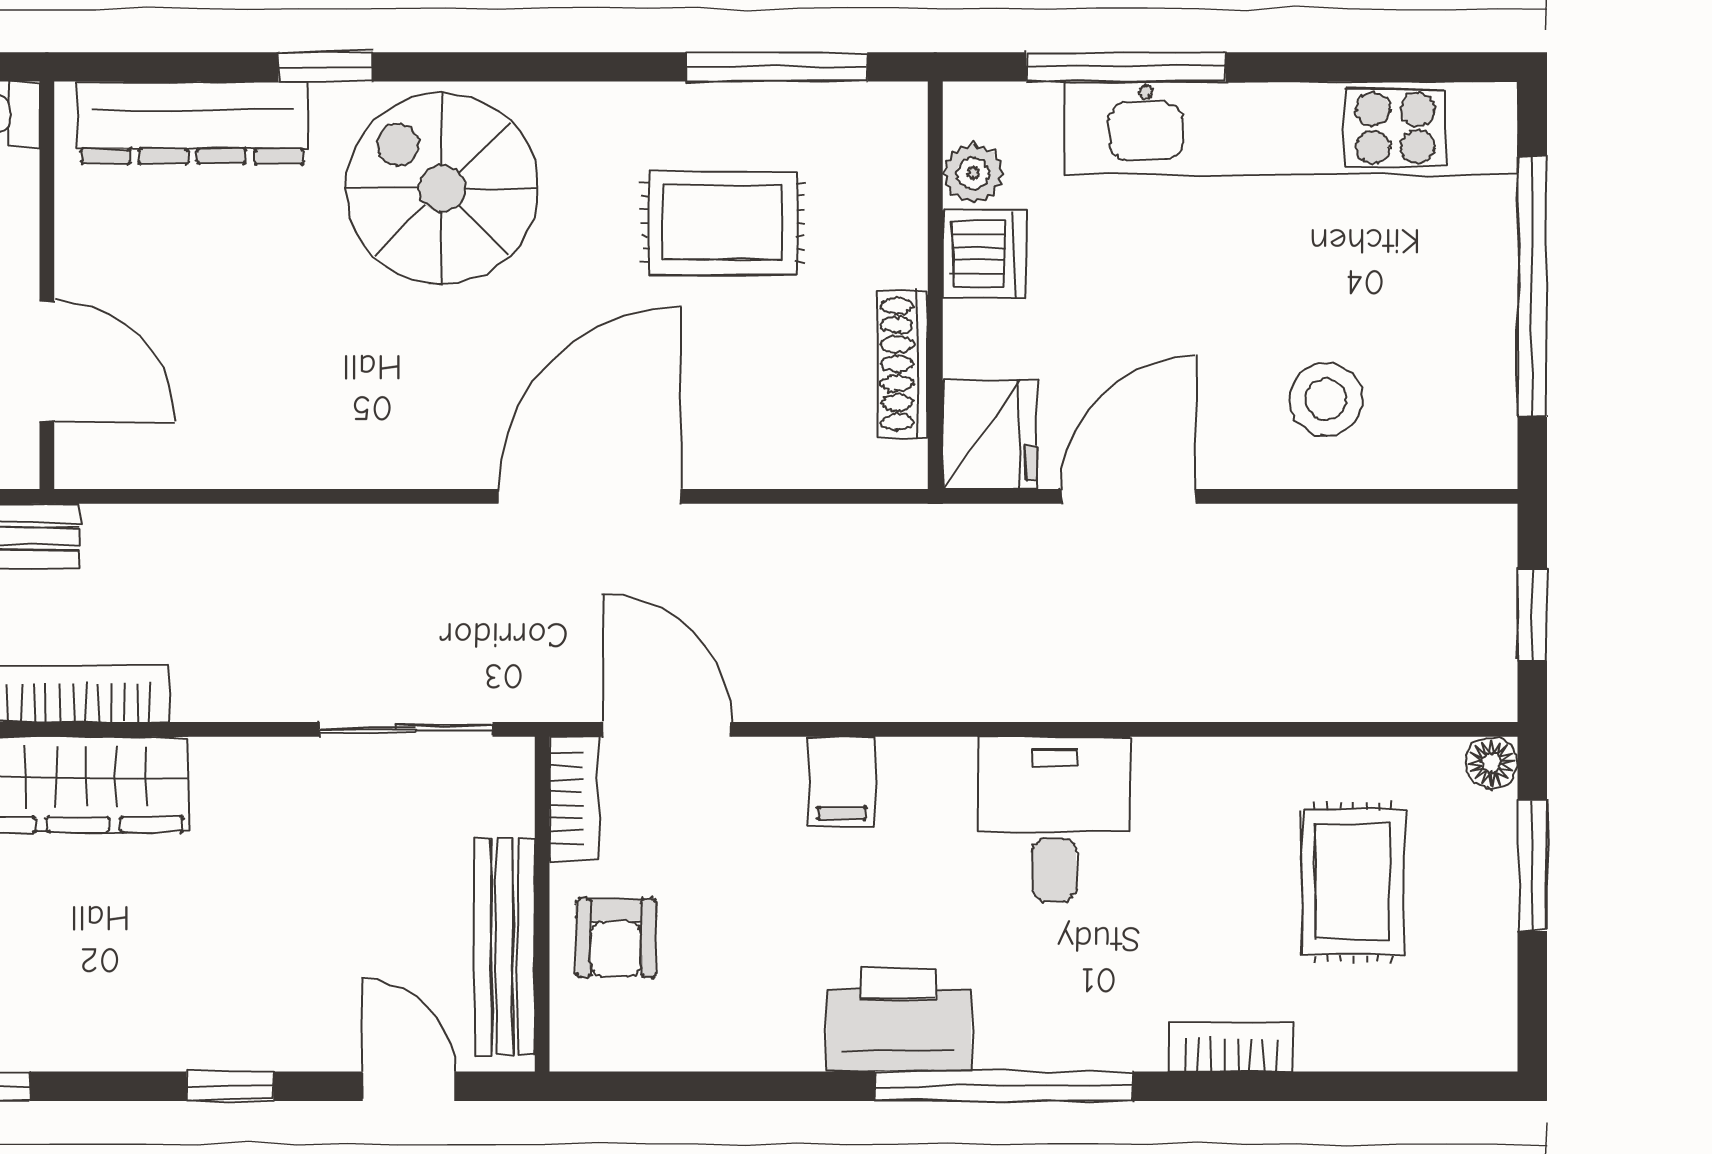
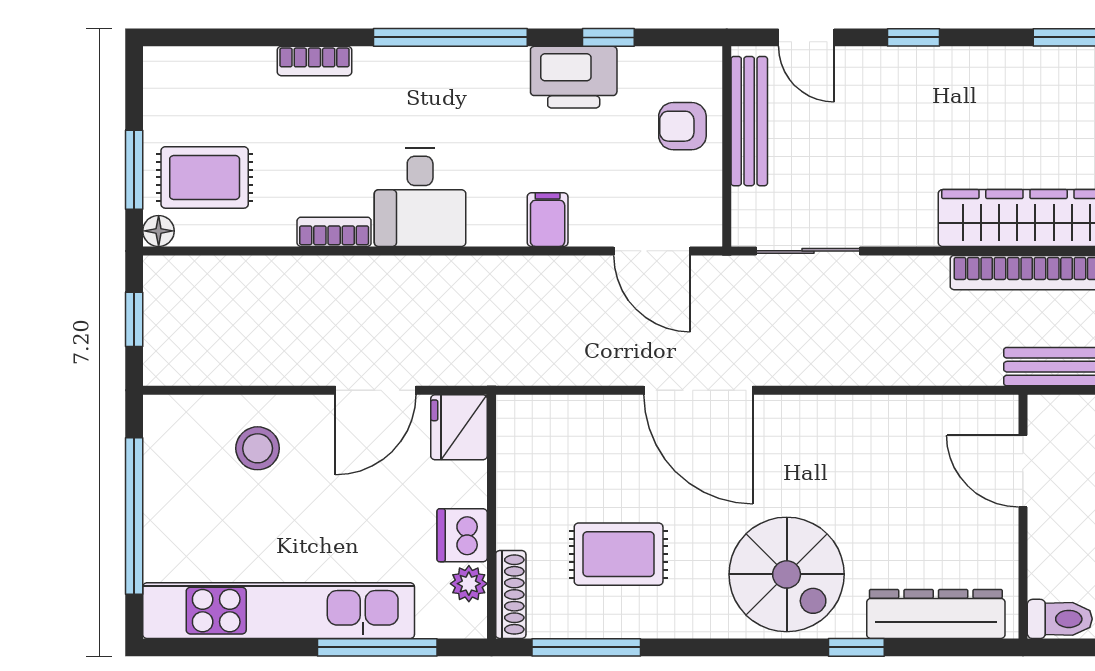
shoe rack: (903, 364) -> (511, 595), moved
door: (590, 496) -> (698, 390), hinge flipped
bookcase: (574, 798) -> (334, 232), moved, turned 90
rug: (1353, 882) -> (205, 177), moved, turned 90
armchair: (616, 938) -> (682, 126), turned -90
printer: (899, 1020) -> (574, 77), moved
window: (740, 1086) -> (608, 37), added

